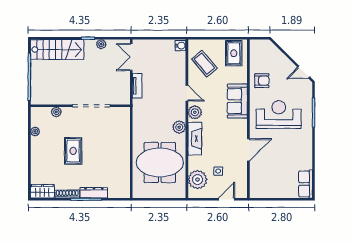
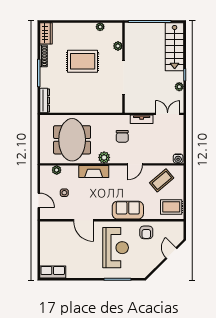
door: (304, 72) -> (171, 253), moved
chair: (156, 107) -> (122, 136), added
plant: (195, 112) -> (118, 172), removed
rug: (73, 151) -> (83, 61), width x1.36, depth x1.43
plant: (198, 180) -> (57, 170), width x0.53, depth x0.53
dresser: (94, 193) -> (45, 100), moved

